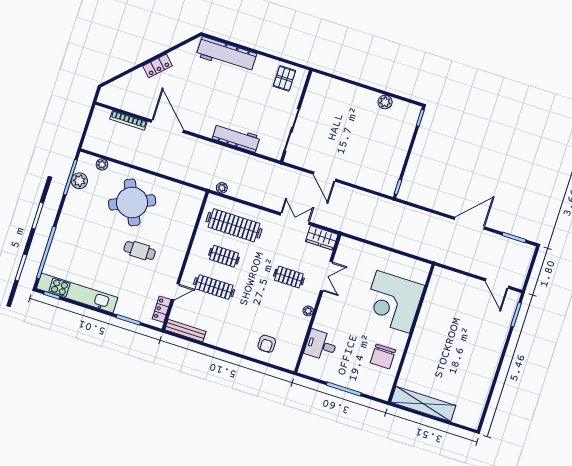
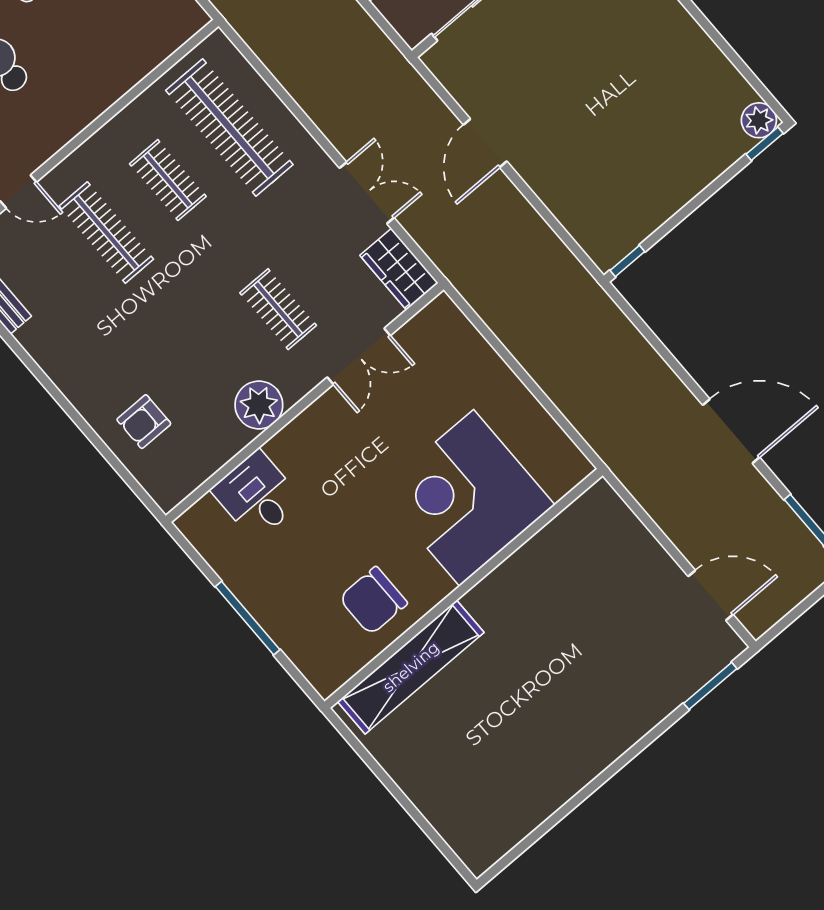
plant: (385, 102) -> (759, 120), moved
plant: (222, 188) -> (253, 32), removed
door: (497, 284) -> (711, 595), swing flipped
plant: (308, 311) -> (259, 405), width x1.88, depth x1.88
shelving: (423, 404) -> (411, 667), moved, turned 90

